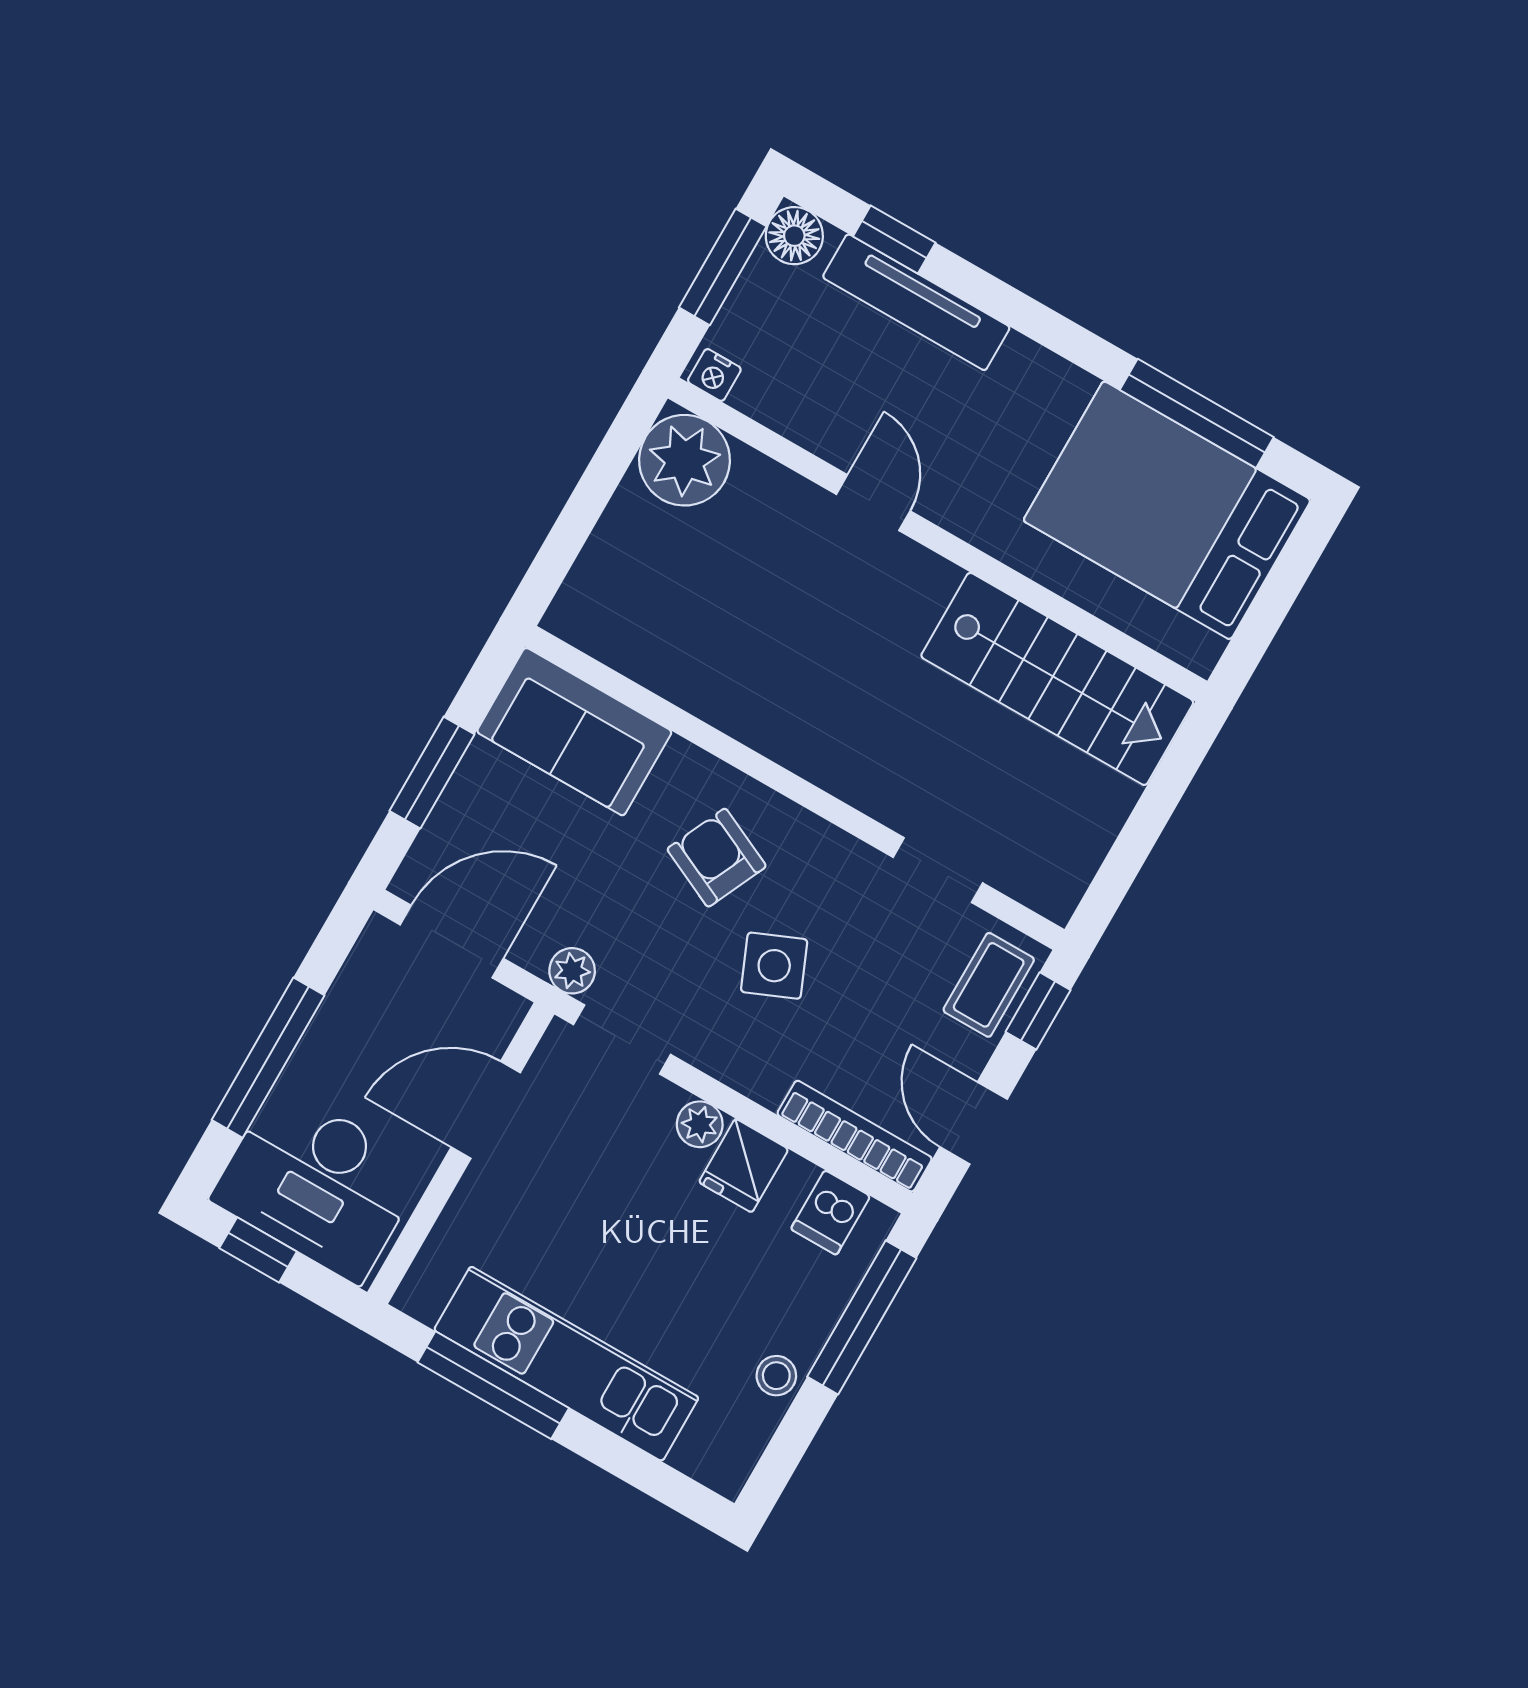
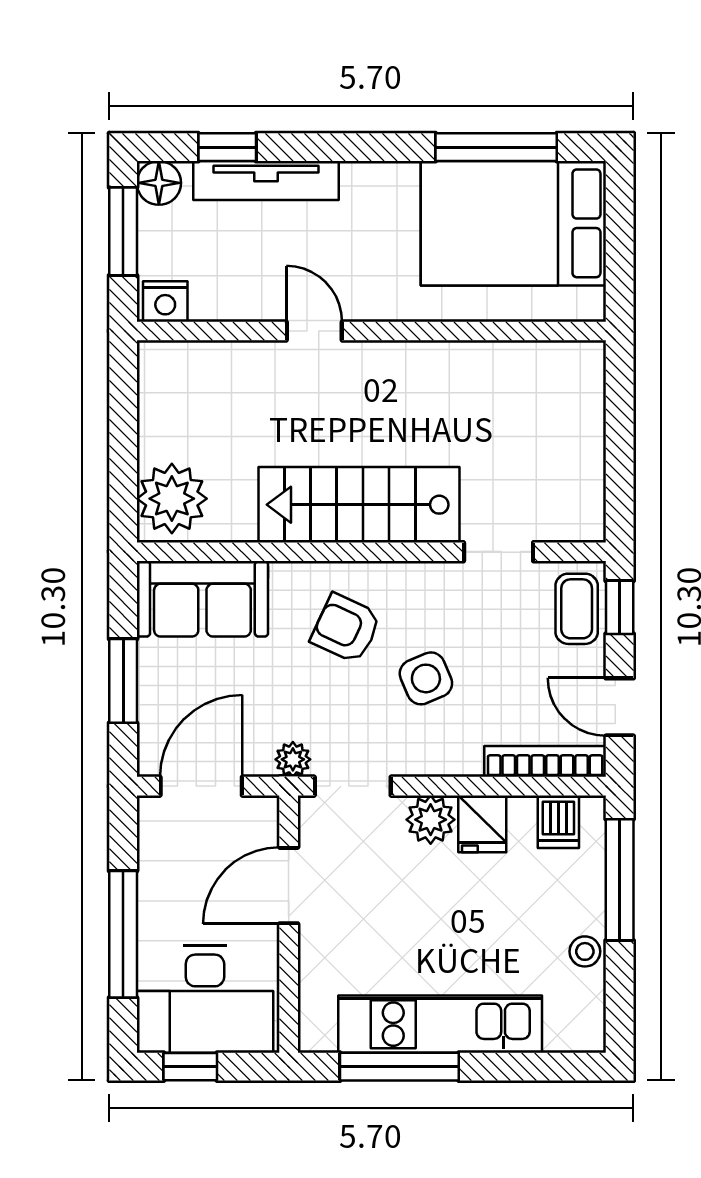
nightstand: (714, 375) -> (165, 301), width x1.39, depth x1.35
plant: (685, 460) -> (172, 499), moved
stairs: (1057, 679) -> (359, 505), moved, turned 180
plant: (700, 1124) -> (431, 820), width x1.38, depth x1.38

